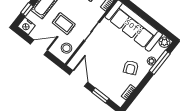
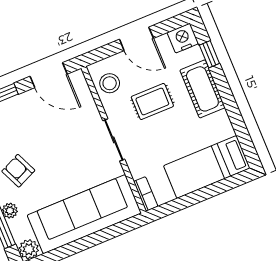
door: (39, 47) -> (136, 39), hinge flipped

